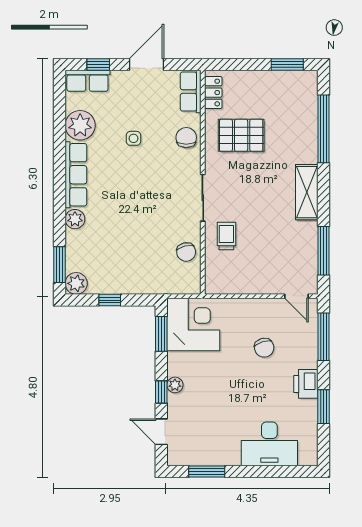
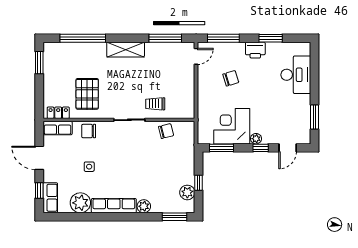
plant: (76, 283) -> (187, 192), moved
corner desk: (193, 324) -> (232, 126), moved

